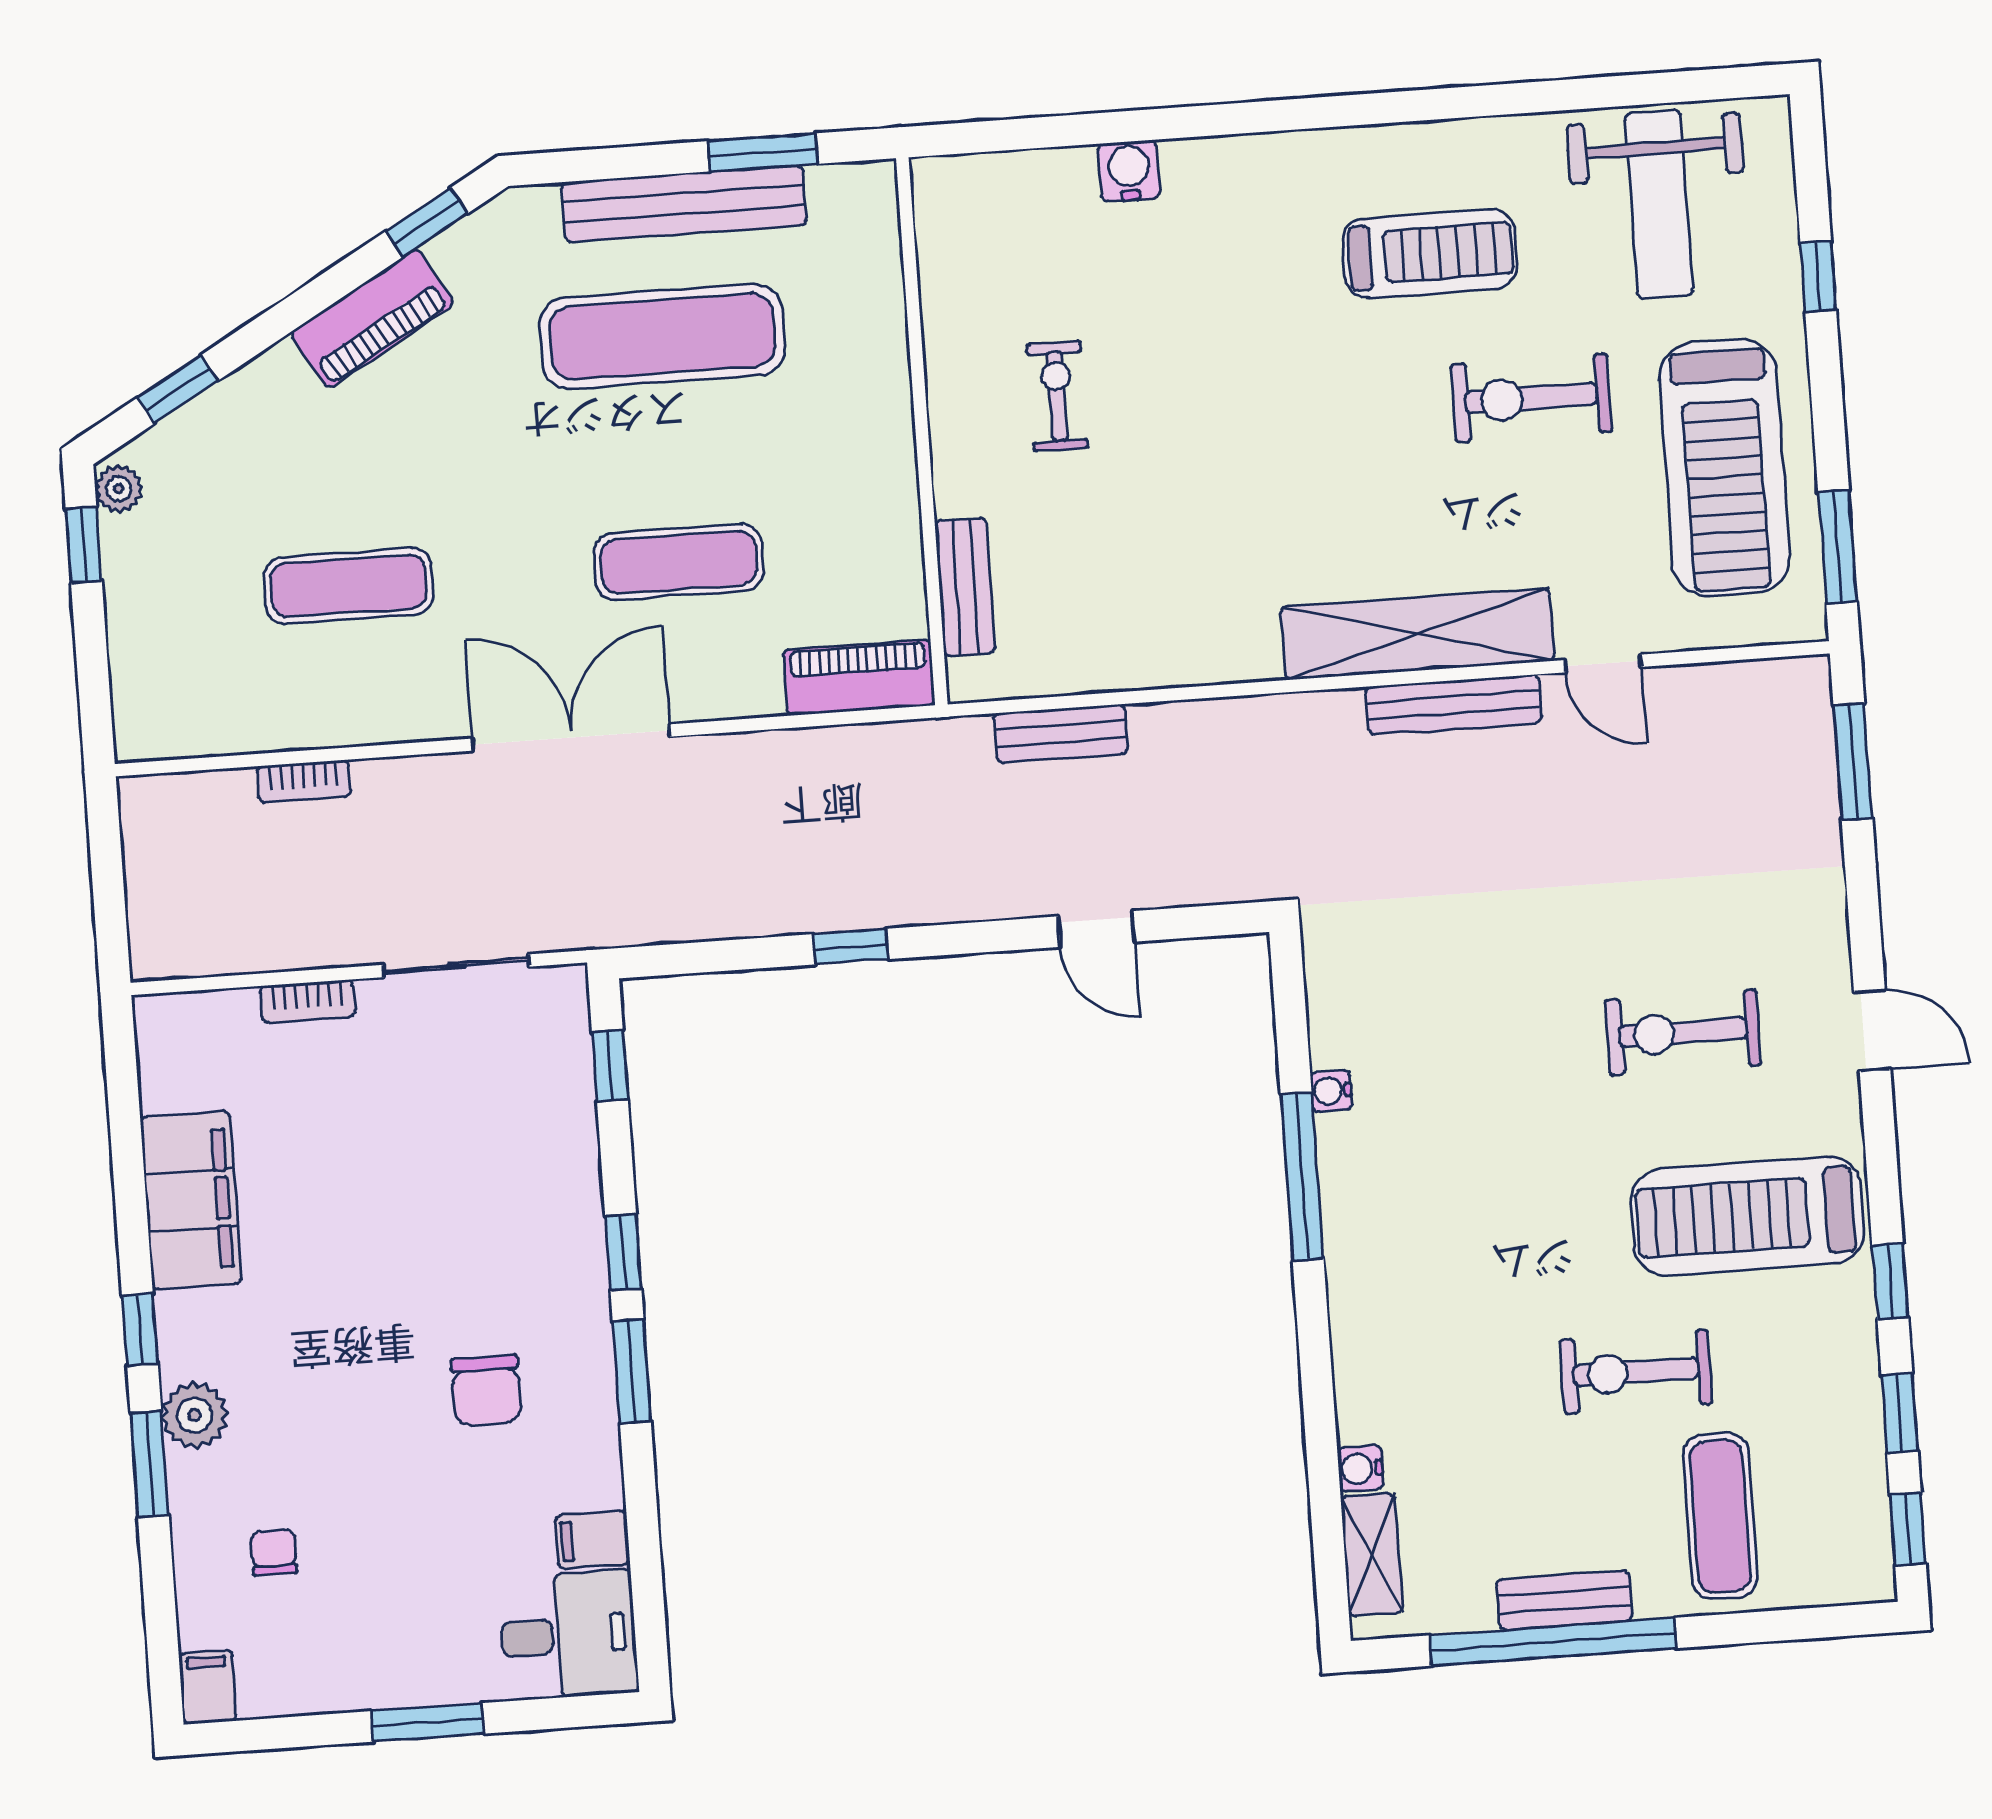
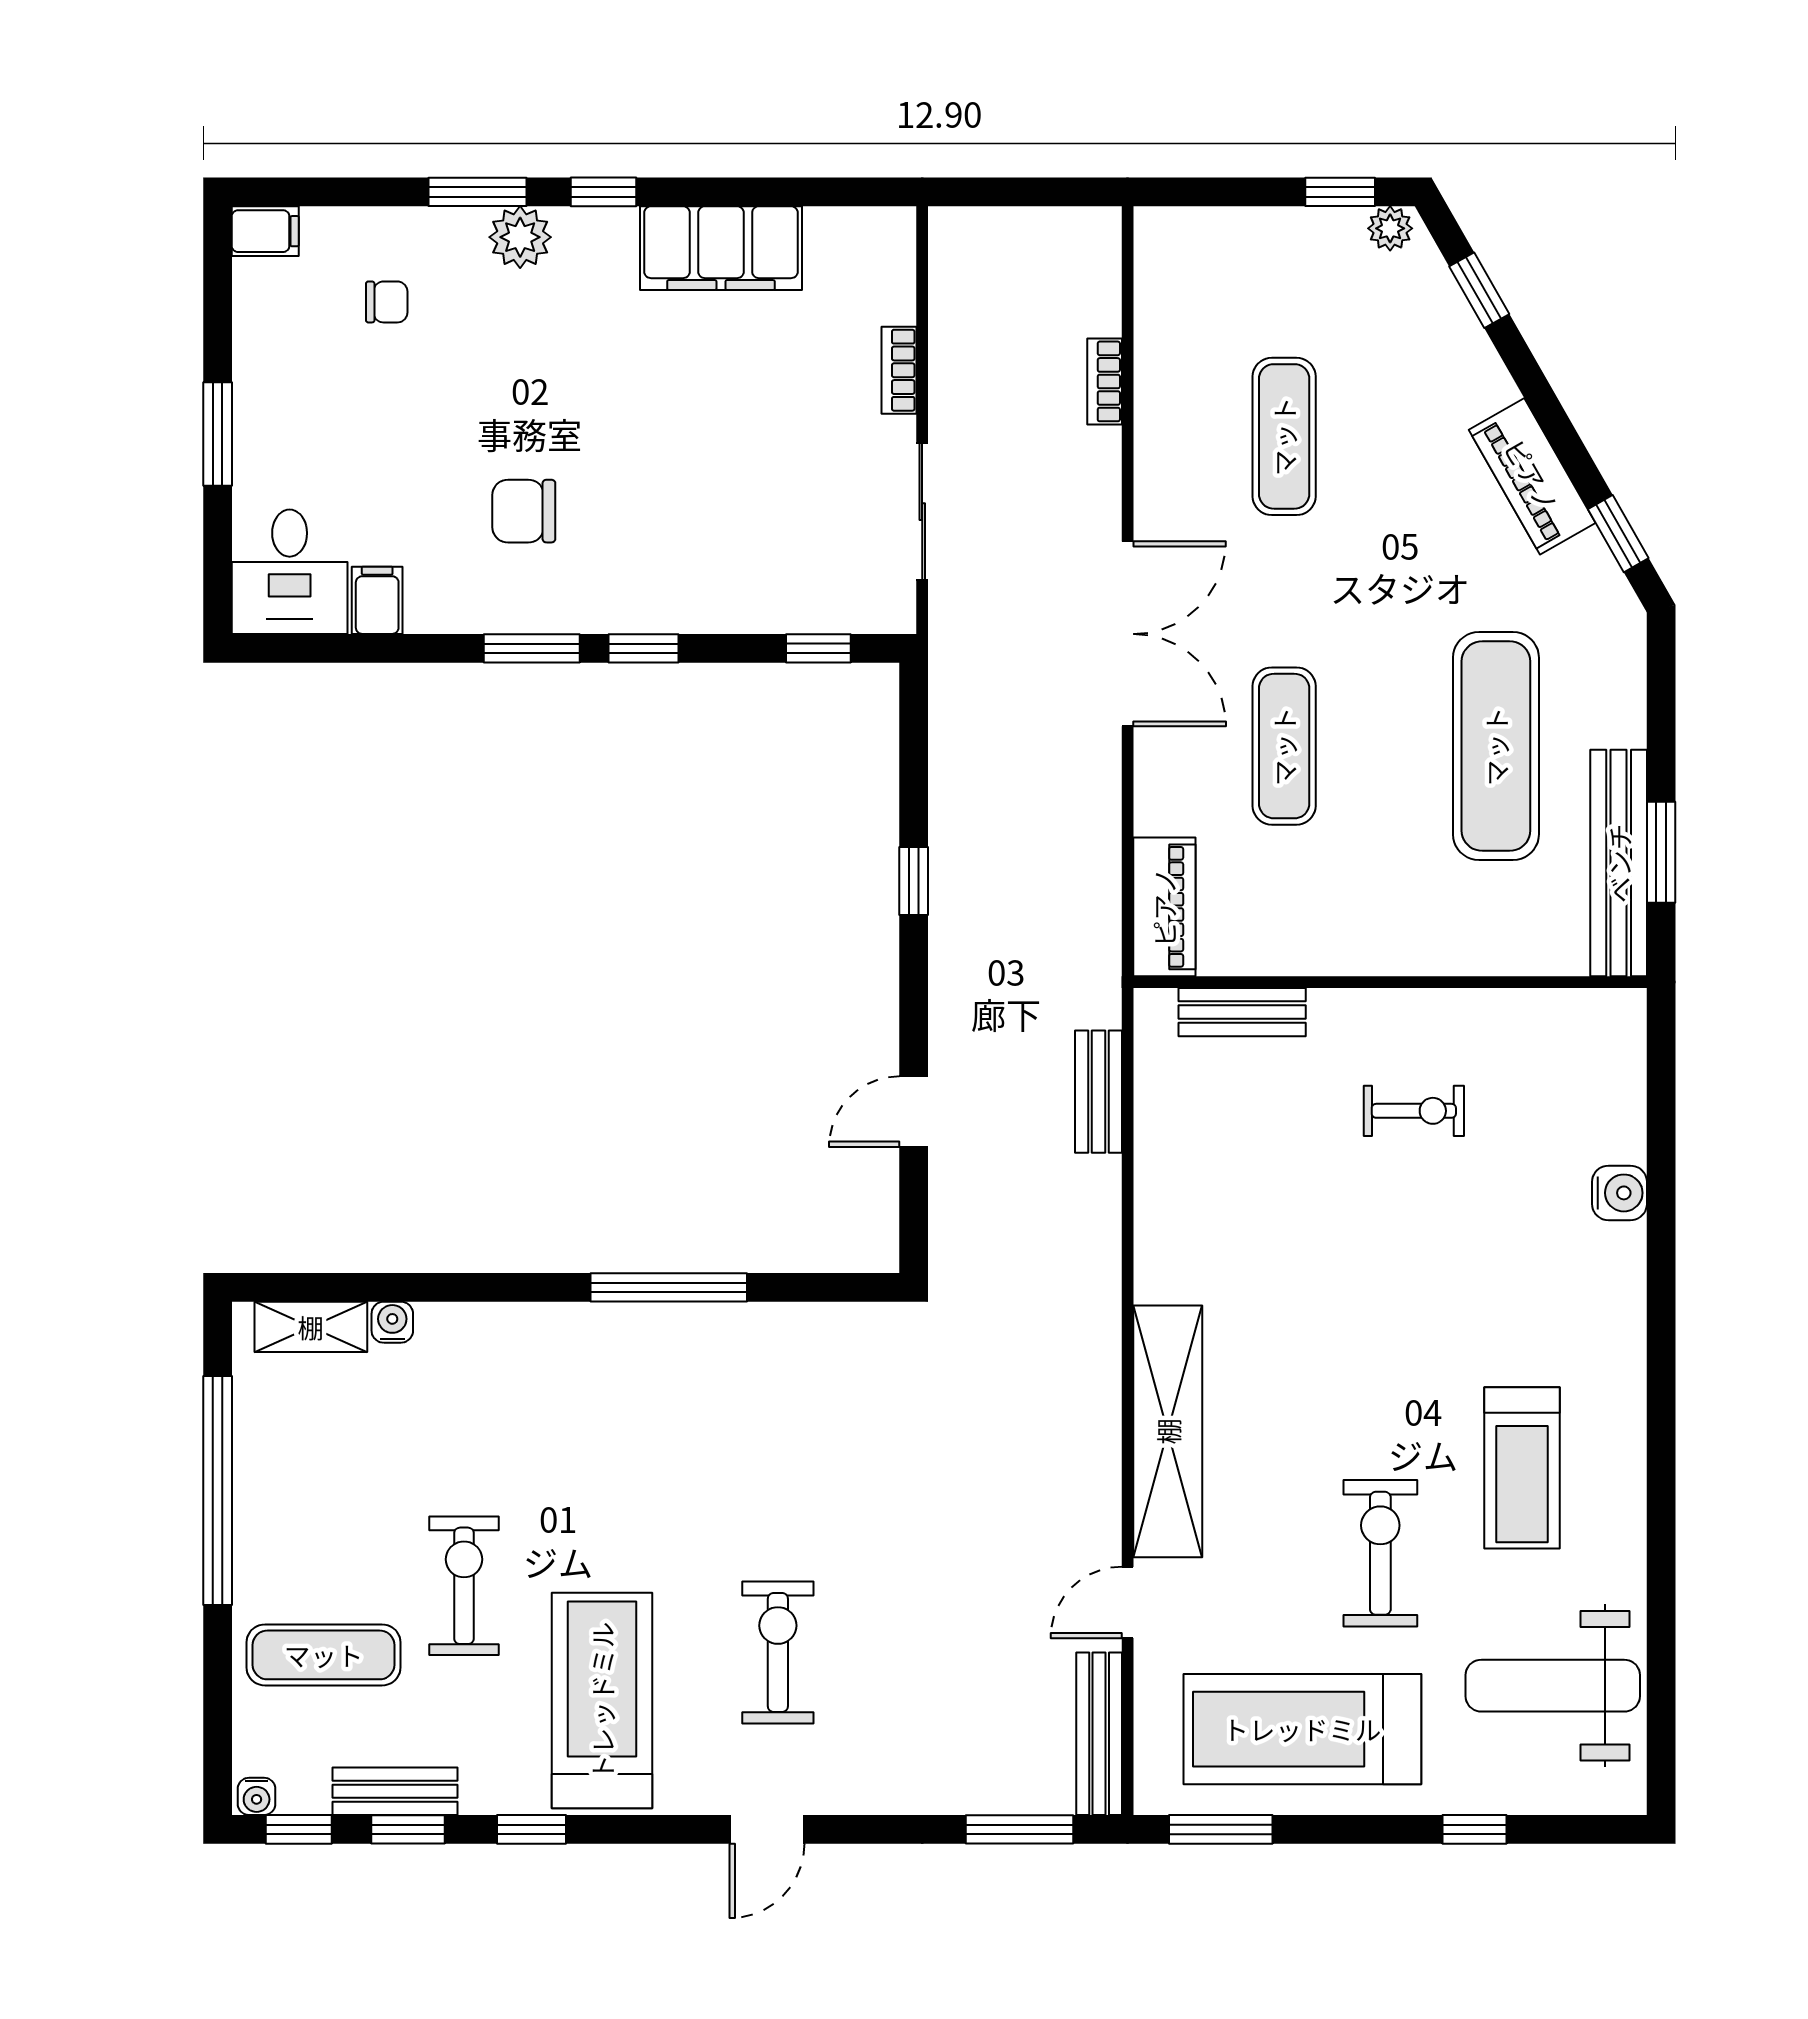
bench: (684, 204) -> (1619, 863), moved
bench: (1454, 705) -> (1099, 1734), moved
water cooler: (1331, 1091) -> (257, 1796), moved, turned 180
bench: (1564, 1600) -> (395, 1791), moved, turned 90

